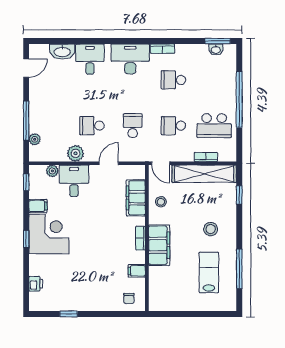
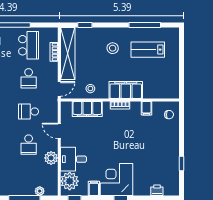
plant: (52, 171) -> (70, 181), width x1.88, depth x1.88

